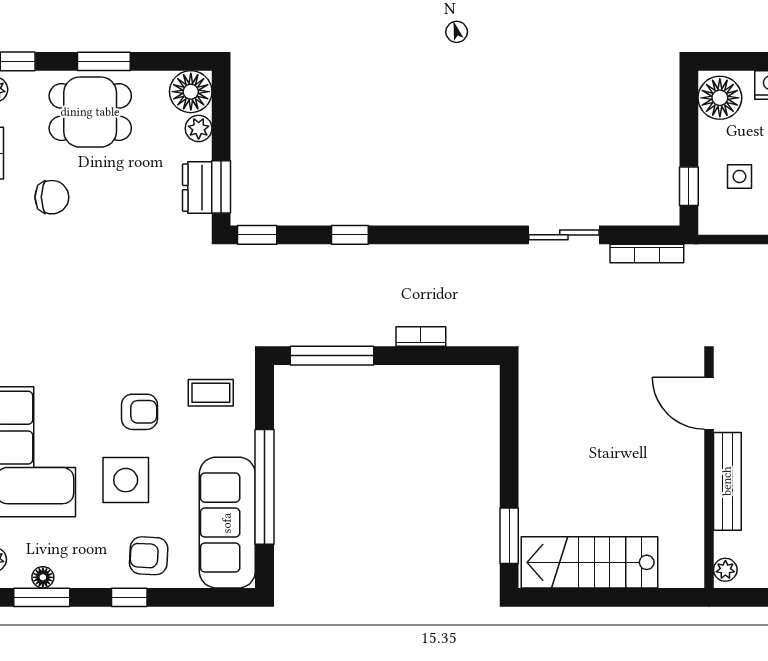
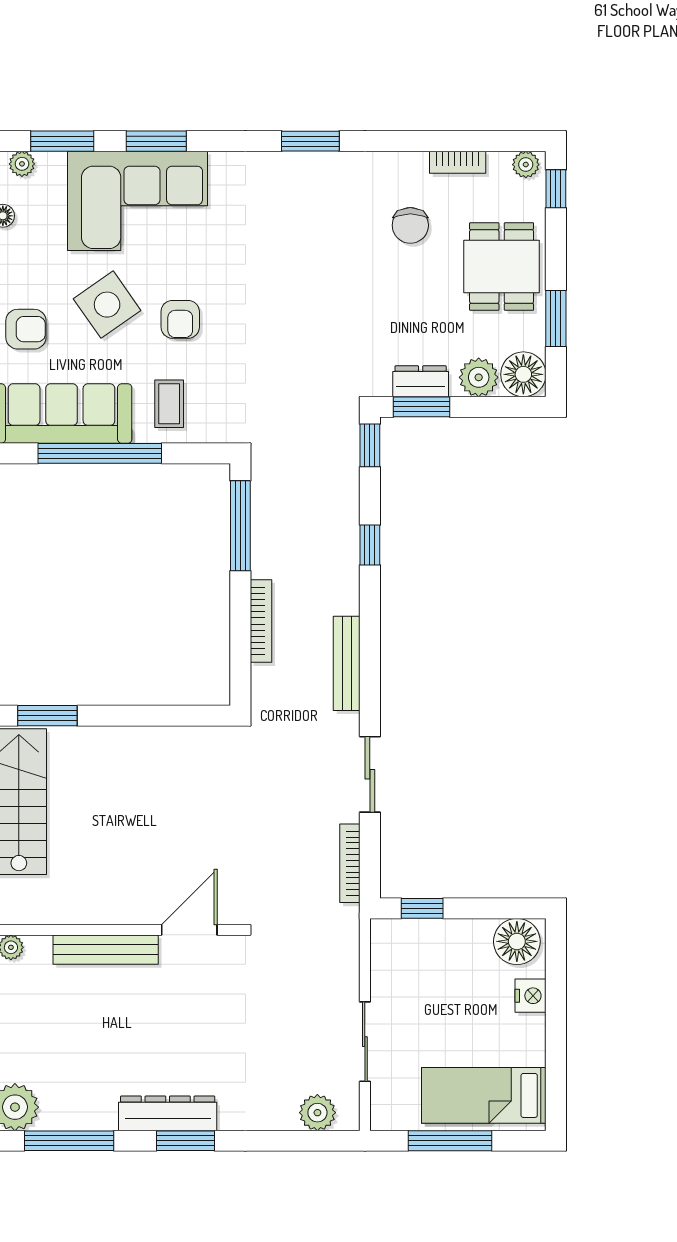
window: (104, 61) -> (556, 318), moved
plant: (199, 128) -> (479, 377), width x1.38, depth x1.38
side table: (739, 176) -> (432, 963), removed
bench: (460, 256) -> (347, 663), added
bookcase: (421, 337) -> (261, 621), width x1.56
coffee table: (211, 393) -> (169, 404), moved
side table: (126, 480) -> (107, 305), turned -35
armchair: (149, 556) -> (26, 329), turned 87

